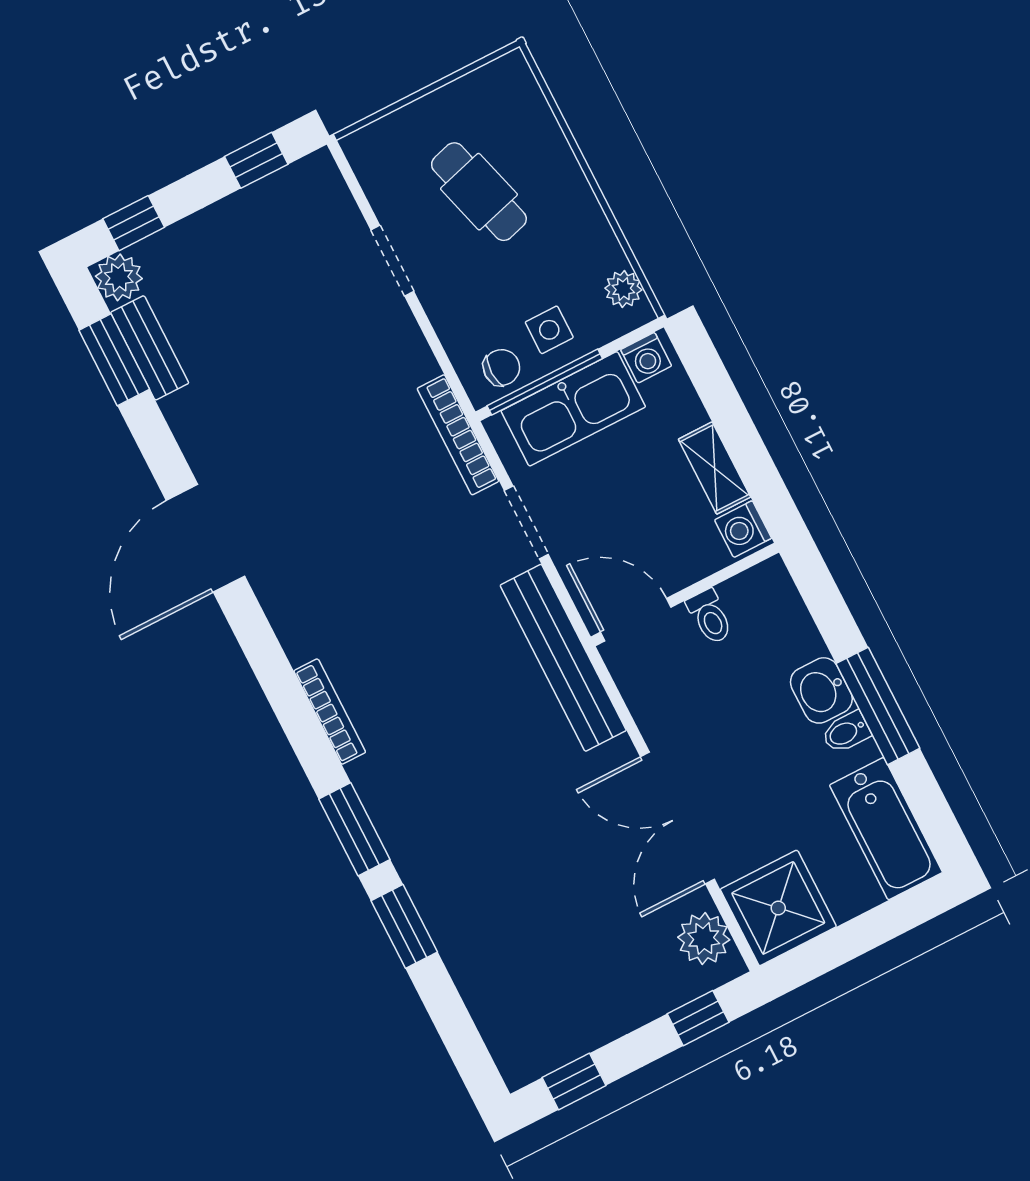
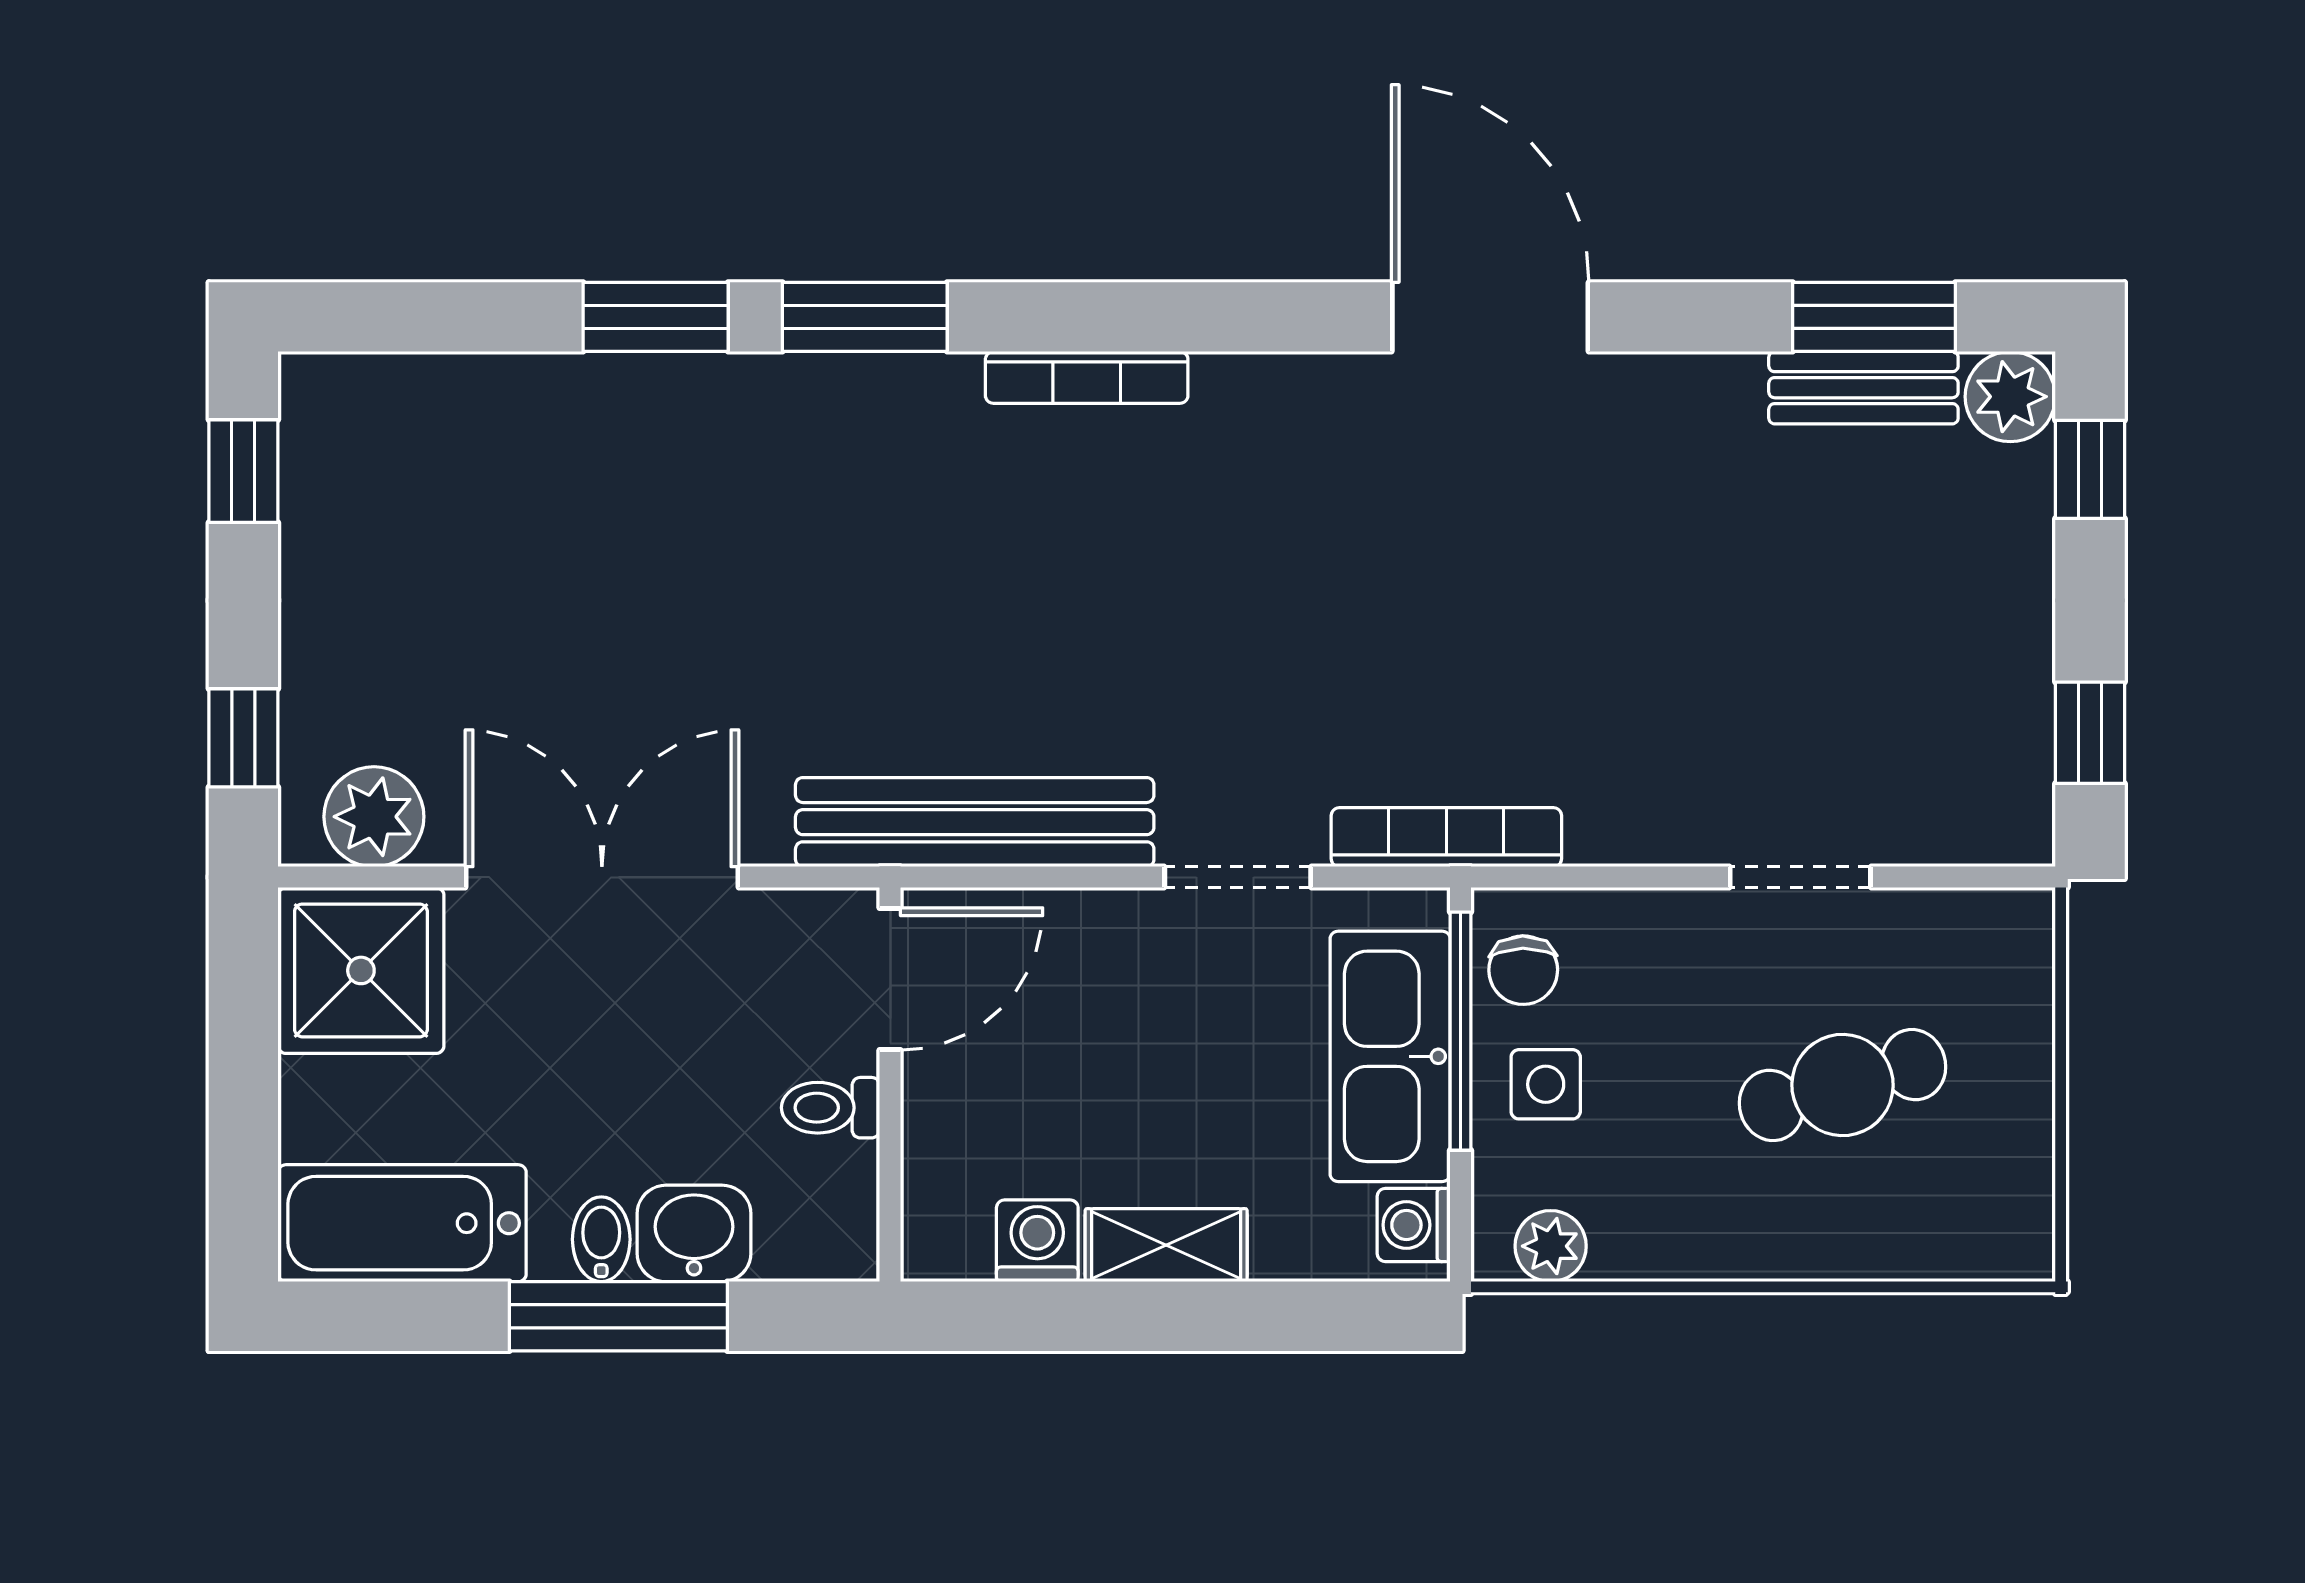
wall: (685, 594) -> (890, 1085), moved
toilet: (710, 617) -> (830, 1108), moved
door: (636, 620) -> (890, 979), moved

